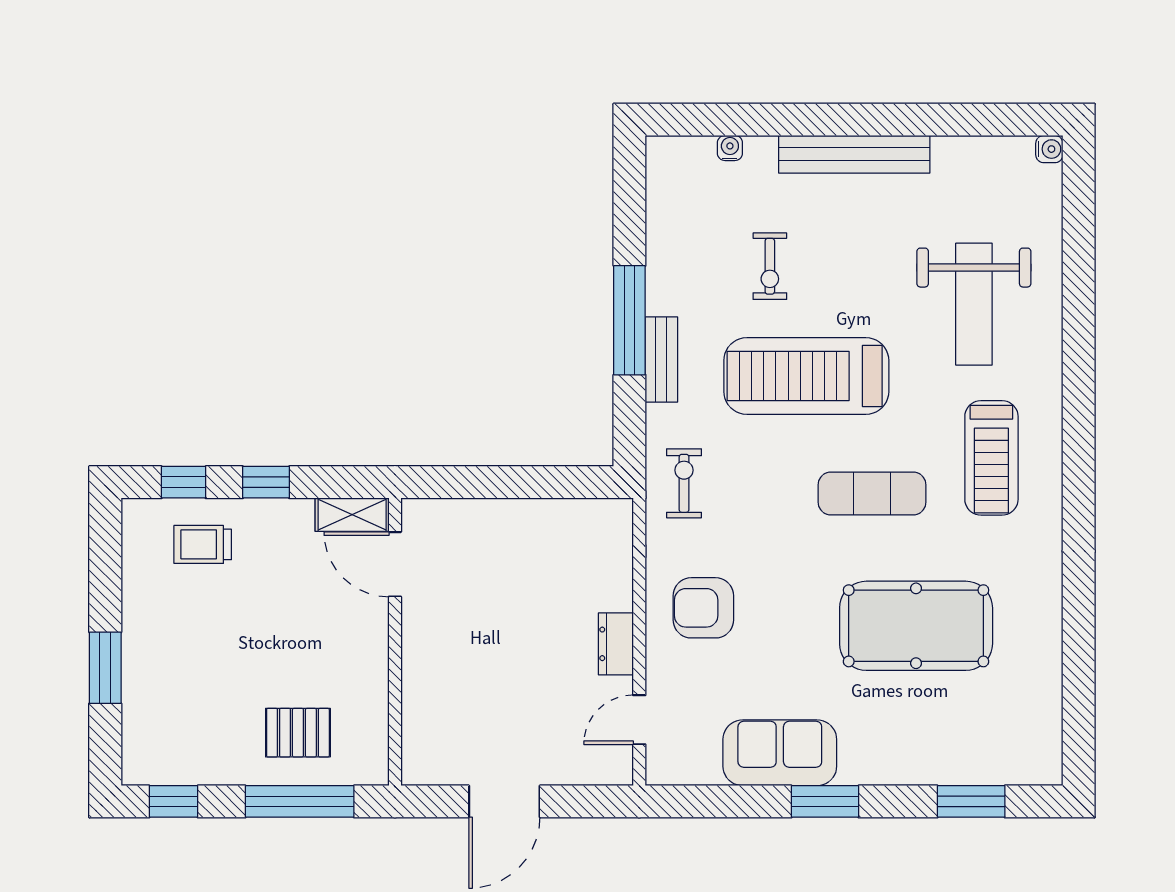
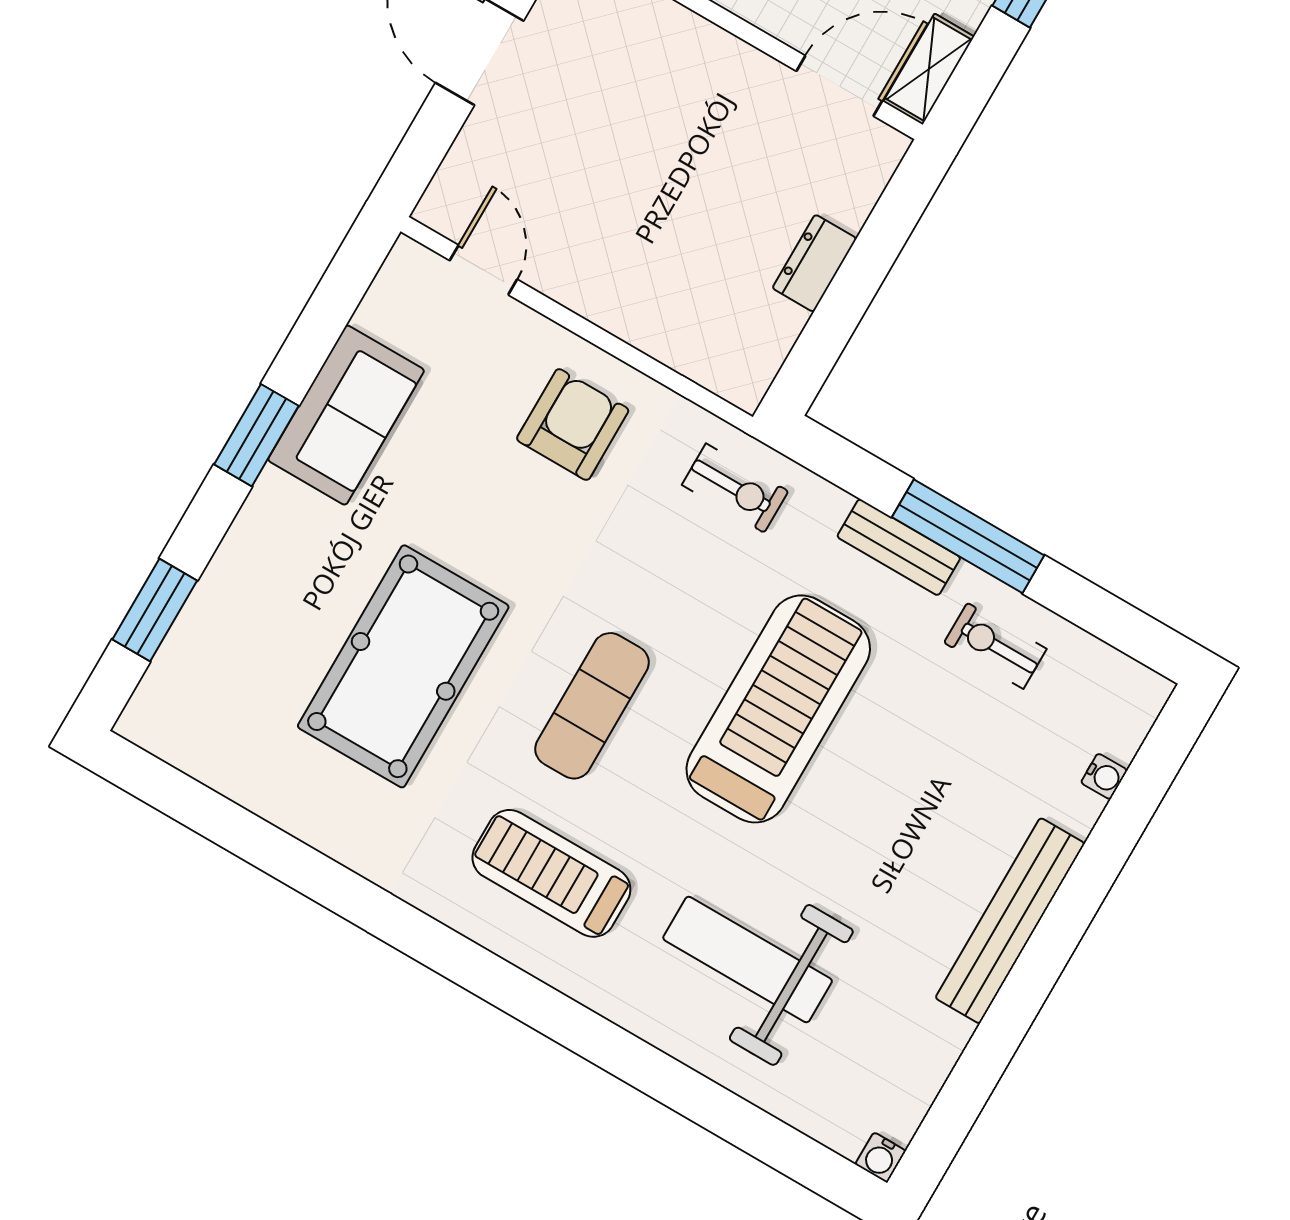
exercise bike: (770, 266) -> (995, 646), moved
dresser: (616, 644) -> (814, 263), moved, turned -90

